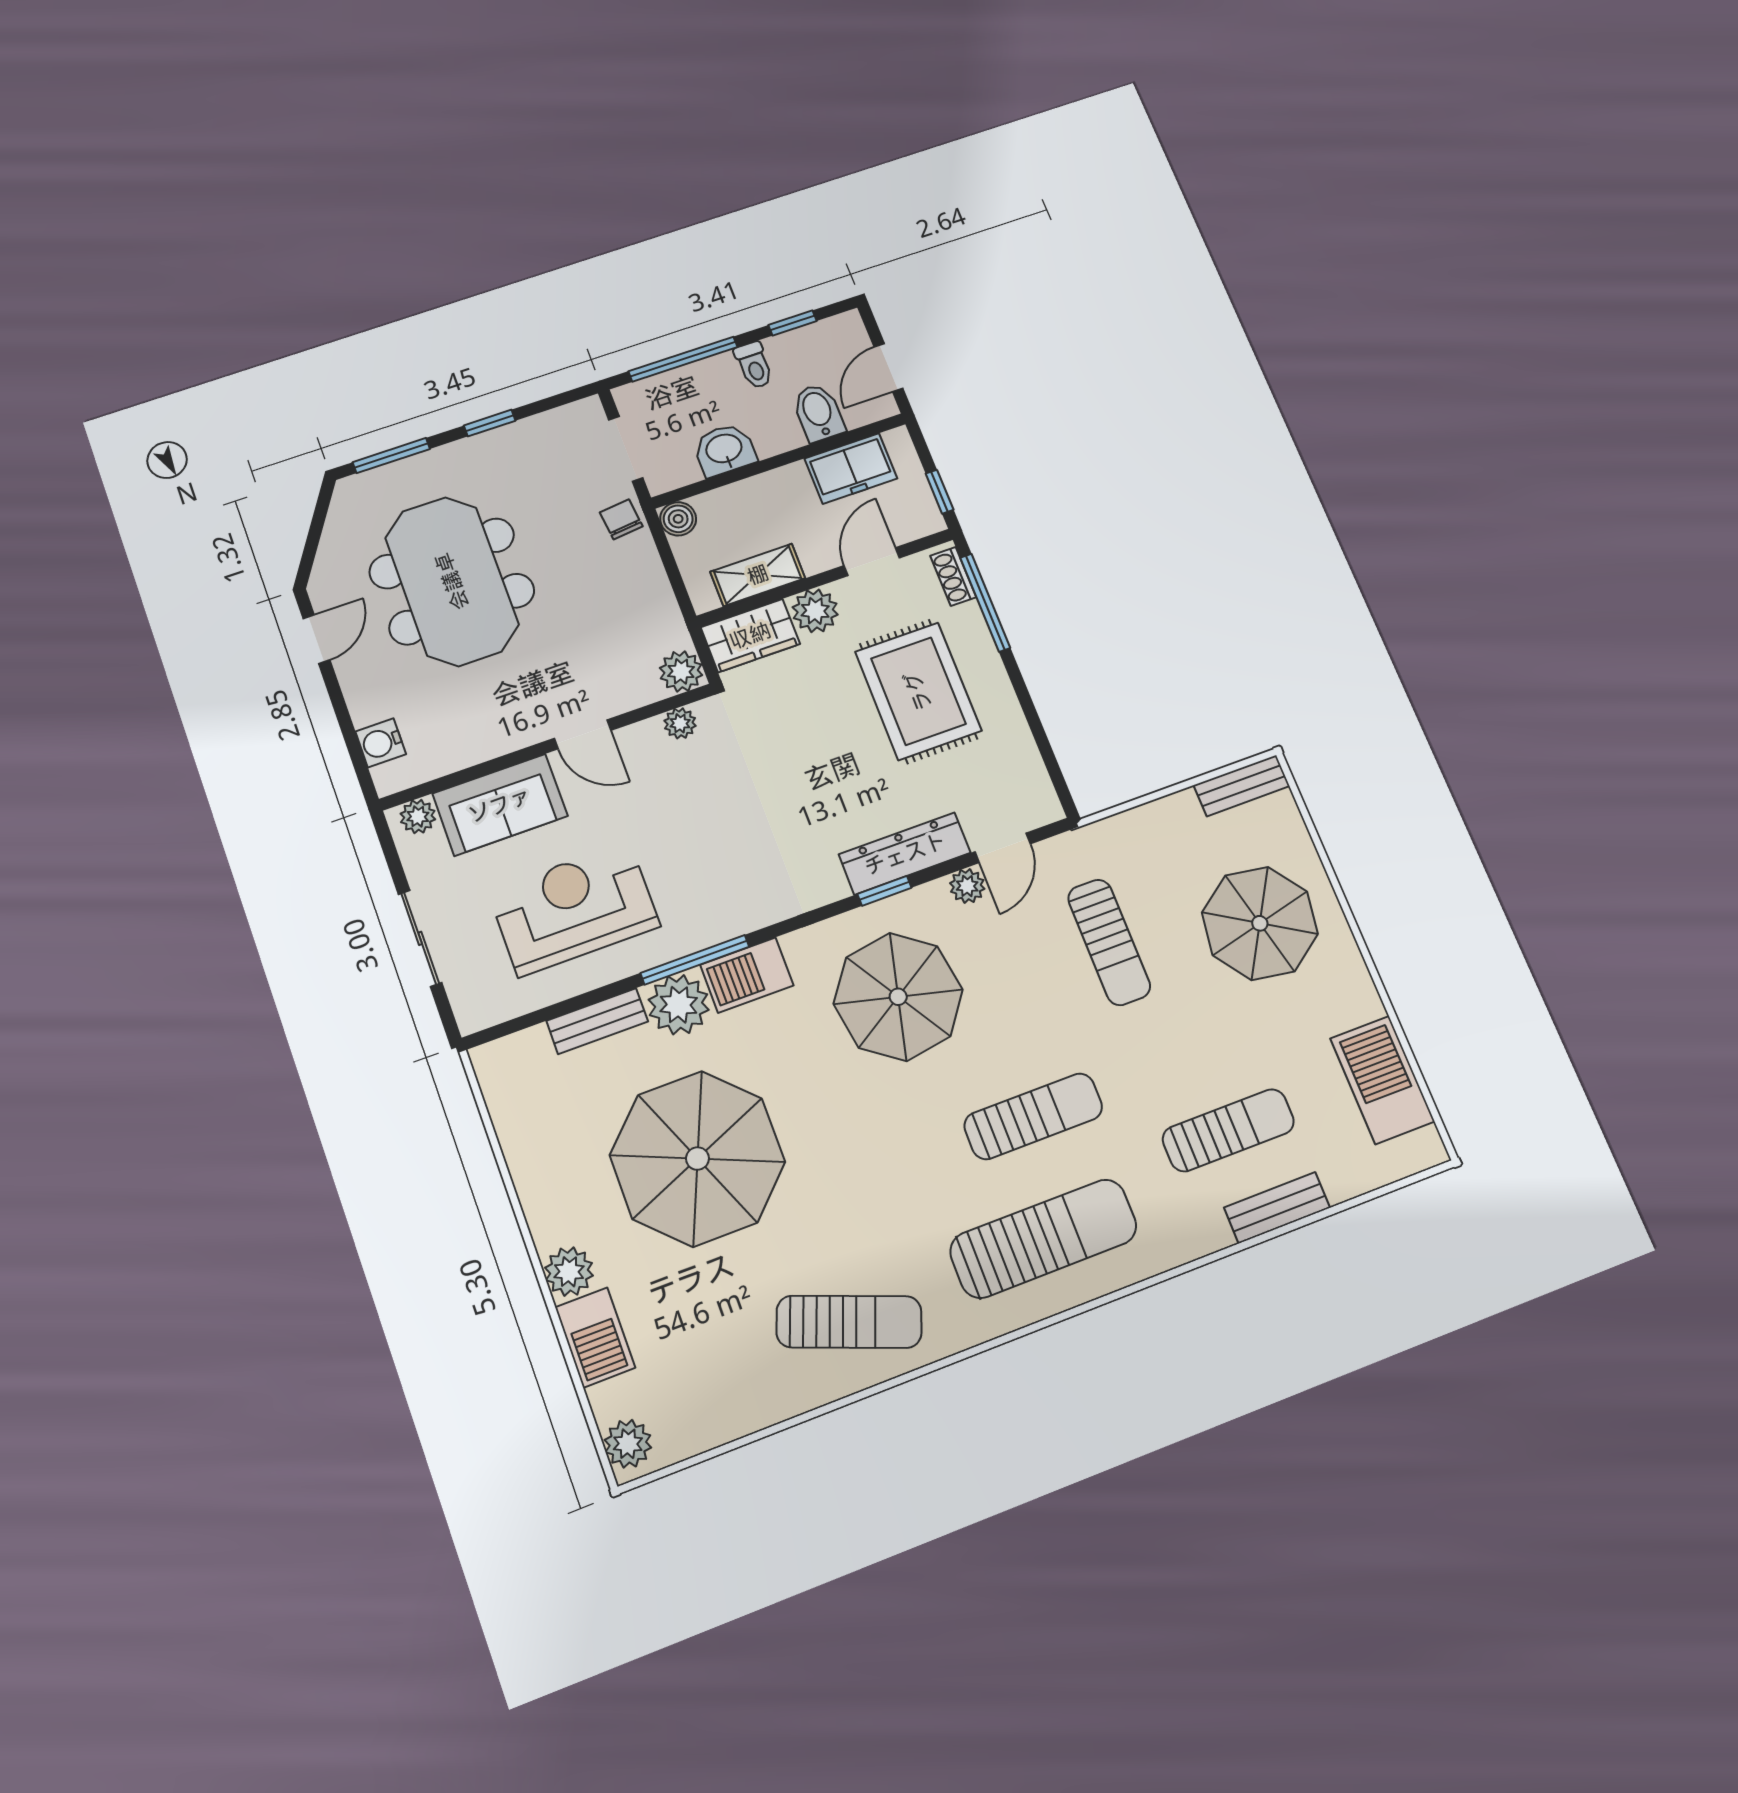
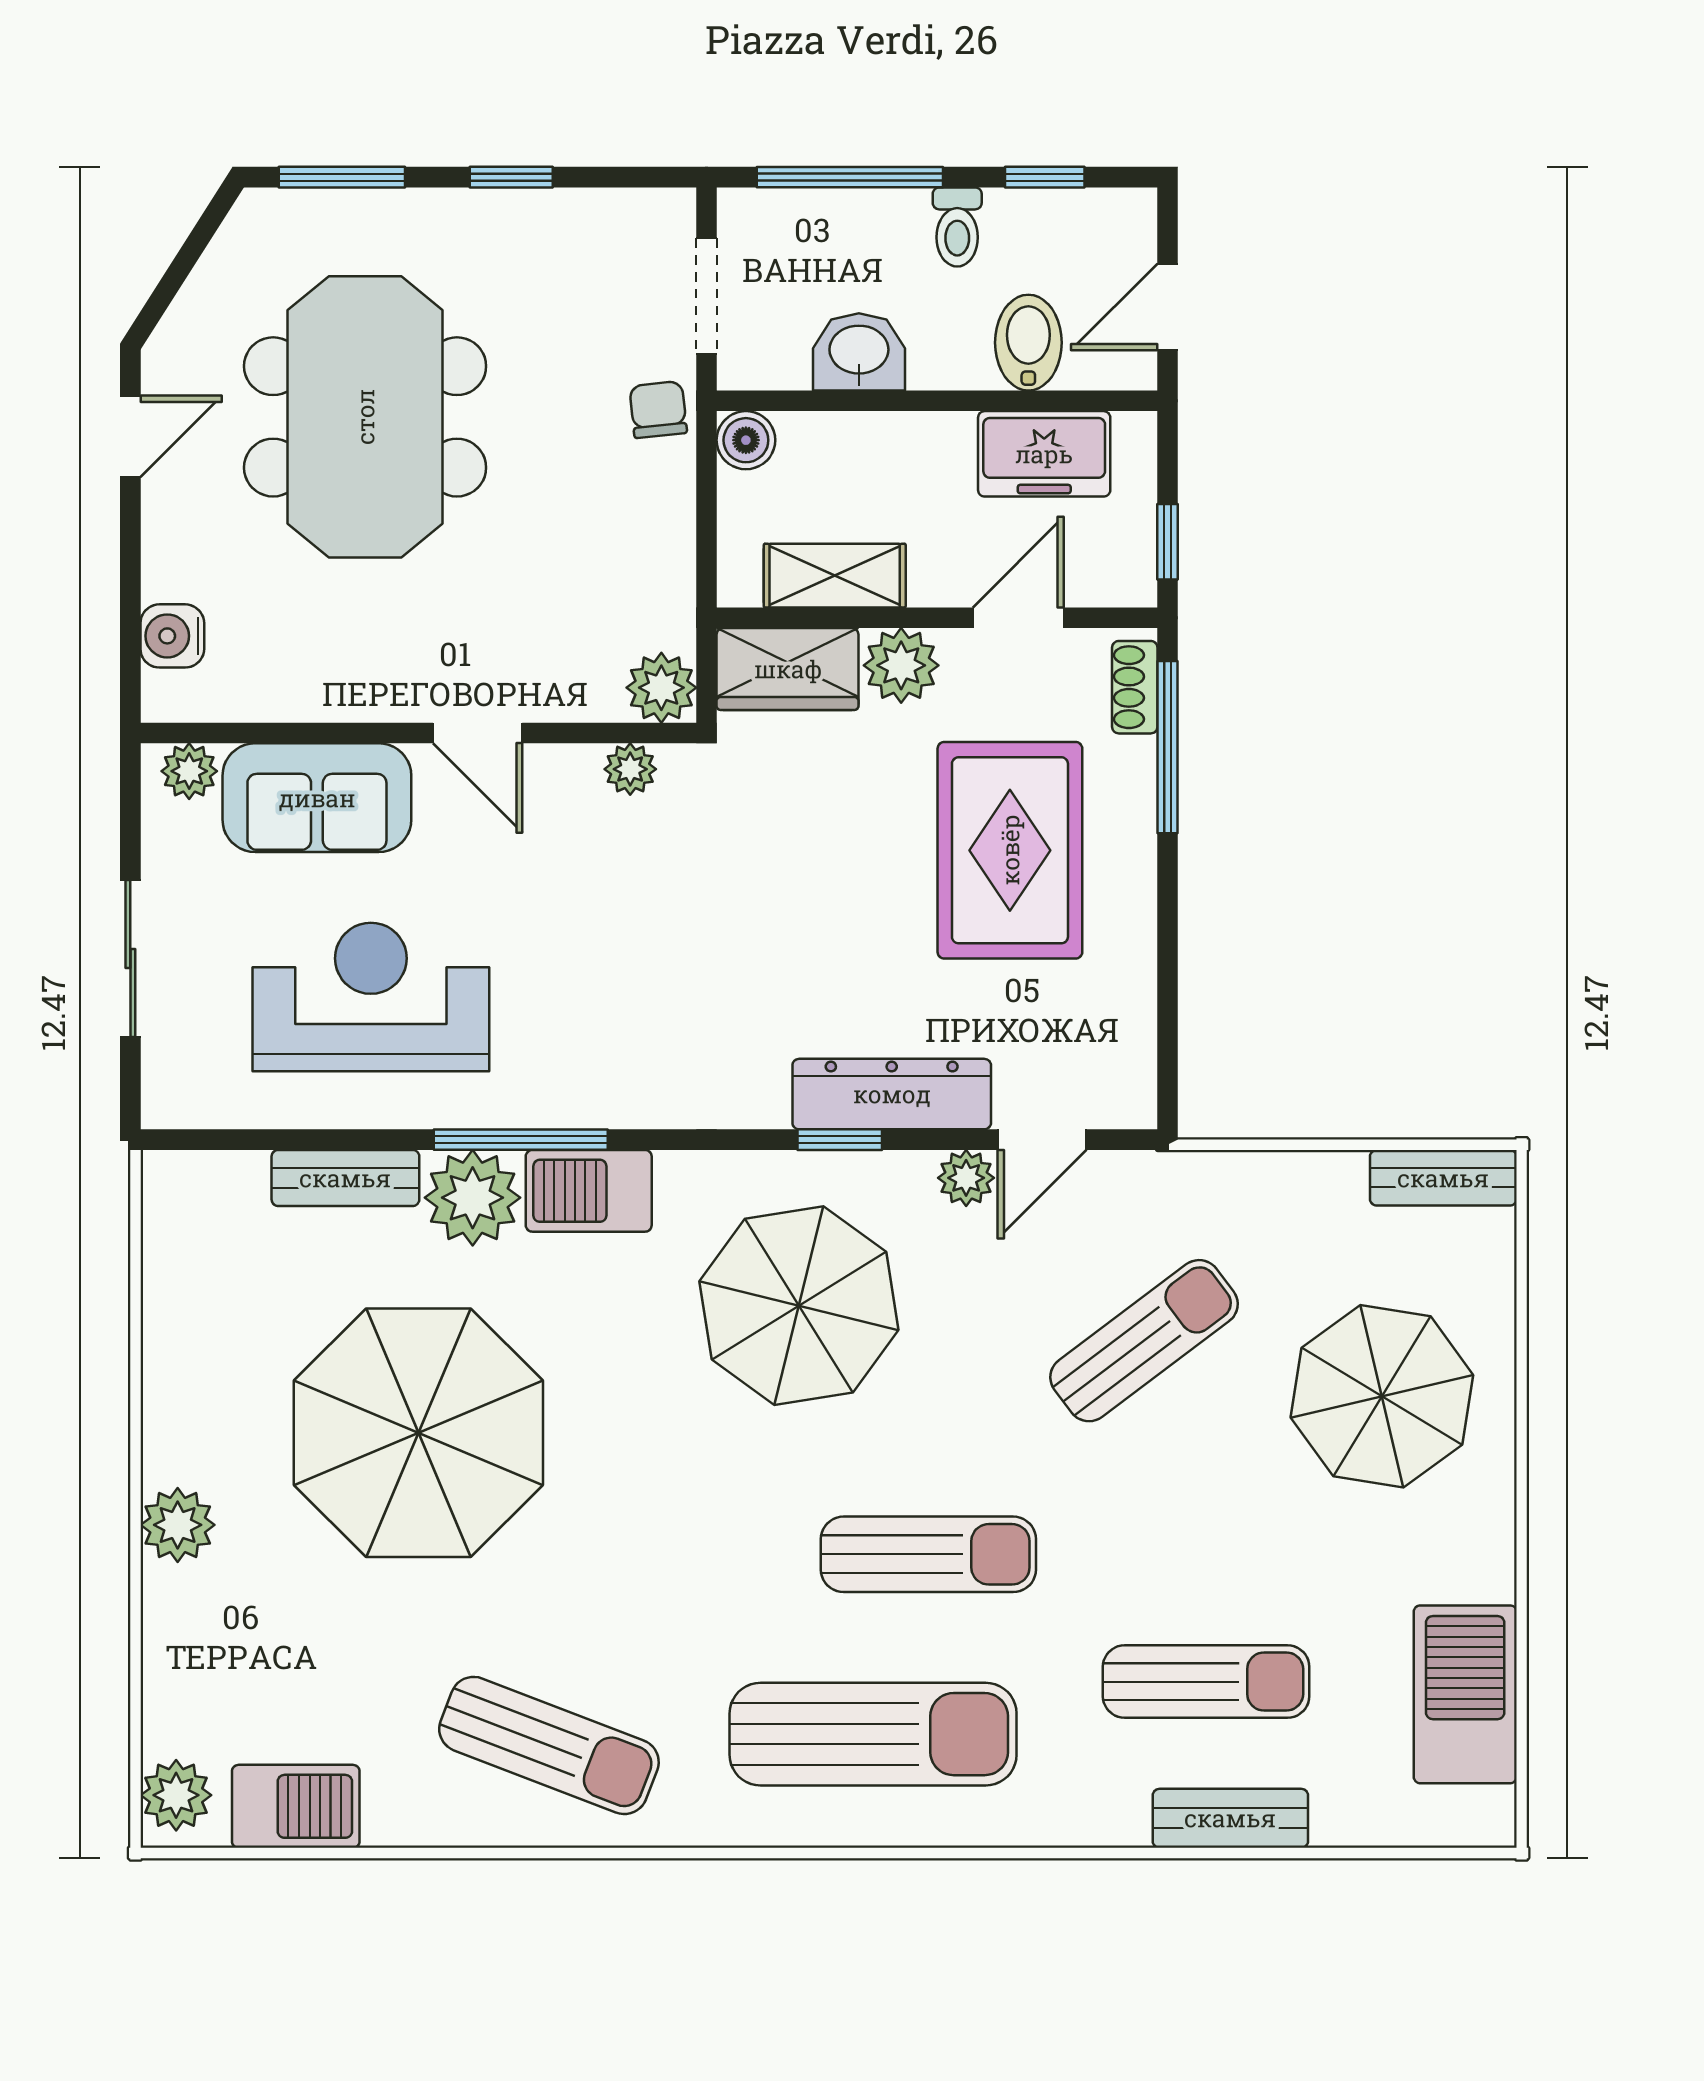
sun lounger: (1109, 942) -> (1144, 1341), turned -127
barbecue: (595, 1337) -> (296, 1806), moved, turned -90

